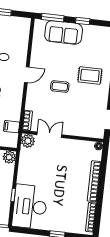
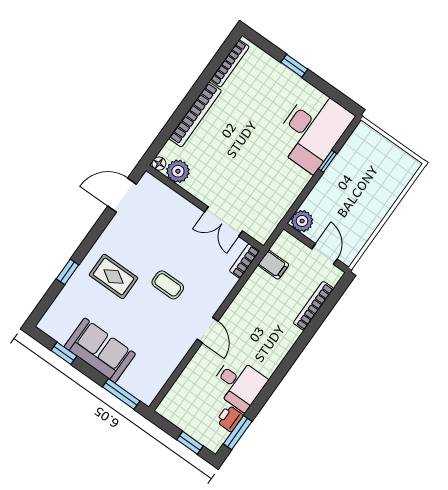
window: (83, 21) -> (64, 353), moved
sofa: (64, 32) -> (100, 350), moved
door: (27, 75) -> (208, 330), swing flipped
plant: (28, 141) -> (178, 171), moved

